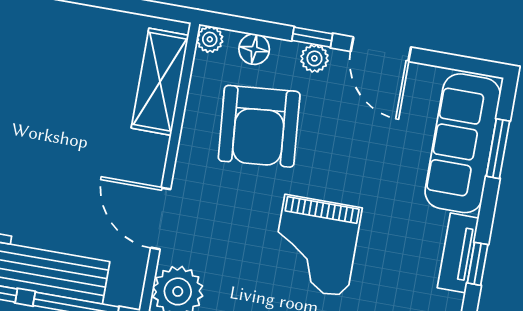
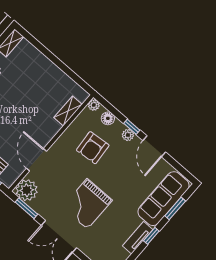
shelving: (160, 82) -> (68, 111), width x0.67, depth x0.75
armchair: (259, 126) -> (93, 148), width x0.73, depth x0.73
window: (478, 264) -> (151, 236), moved

